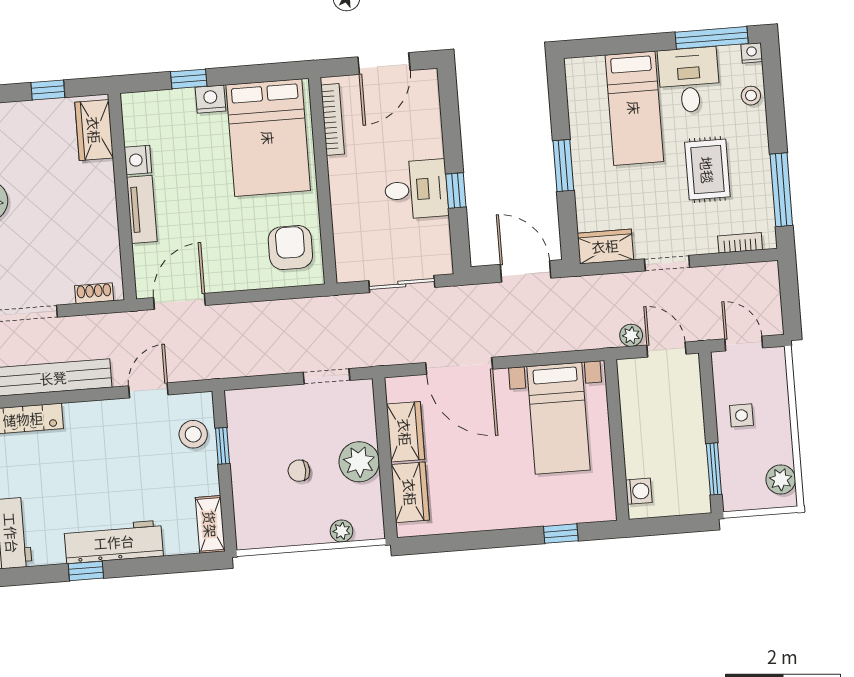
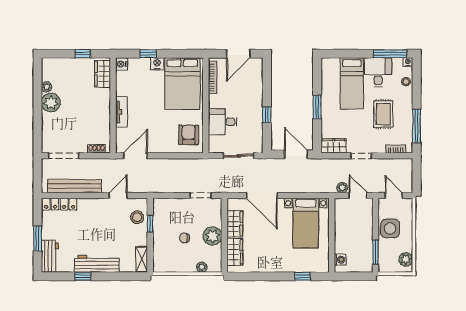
nightstand: (138, 160) -> (122, 64), moved
desk: (416, 189) -> (223, 122), moved, turned 180
side table: (741, 415) -> (390, 228), width x1.87, depth x1.87

